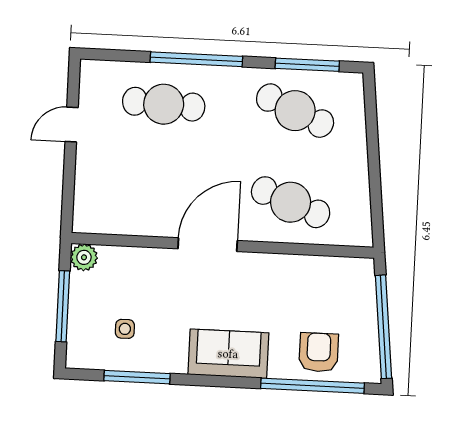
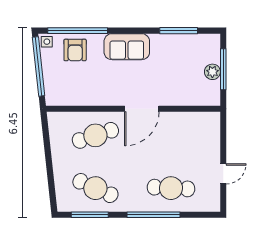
cafe table: (291, 202) -> (95, 135), turned -39
plant: (84, 257) -> (212, 72), moved
side table: (125, 329) -> (47, 42), moved

